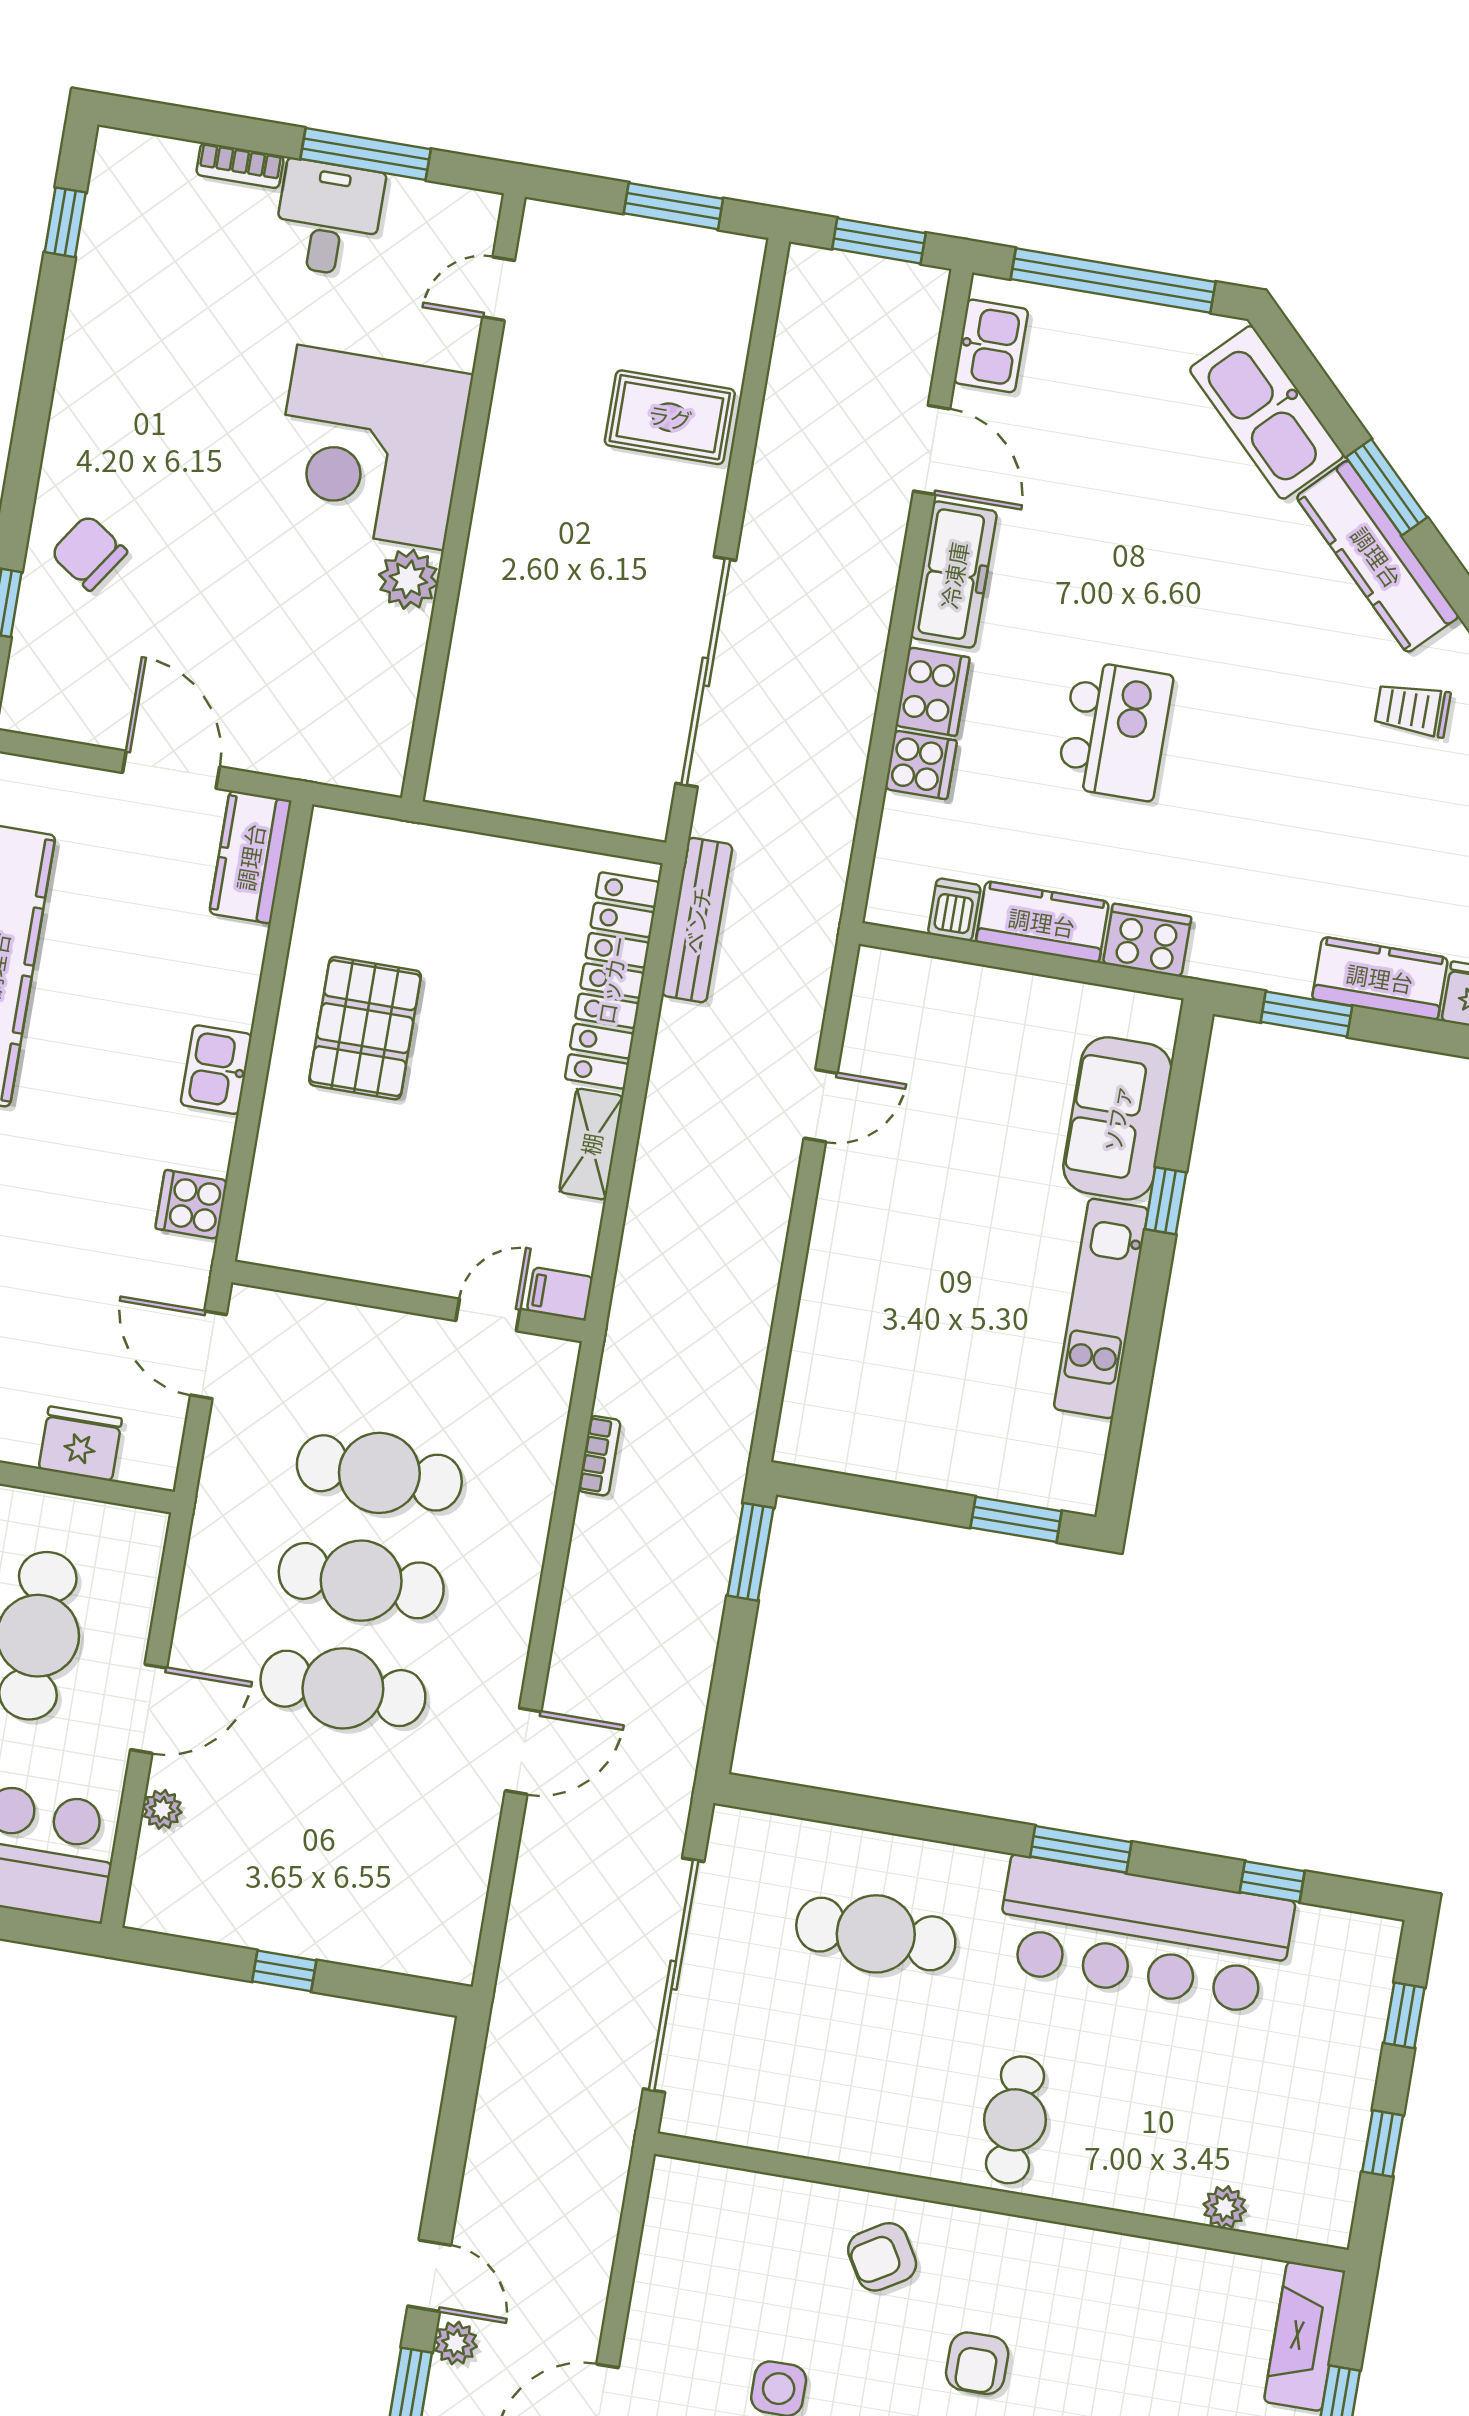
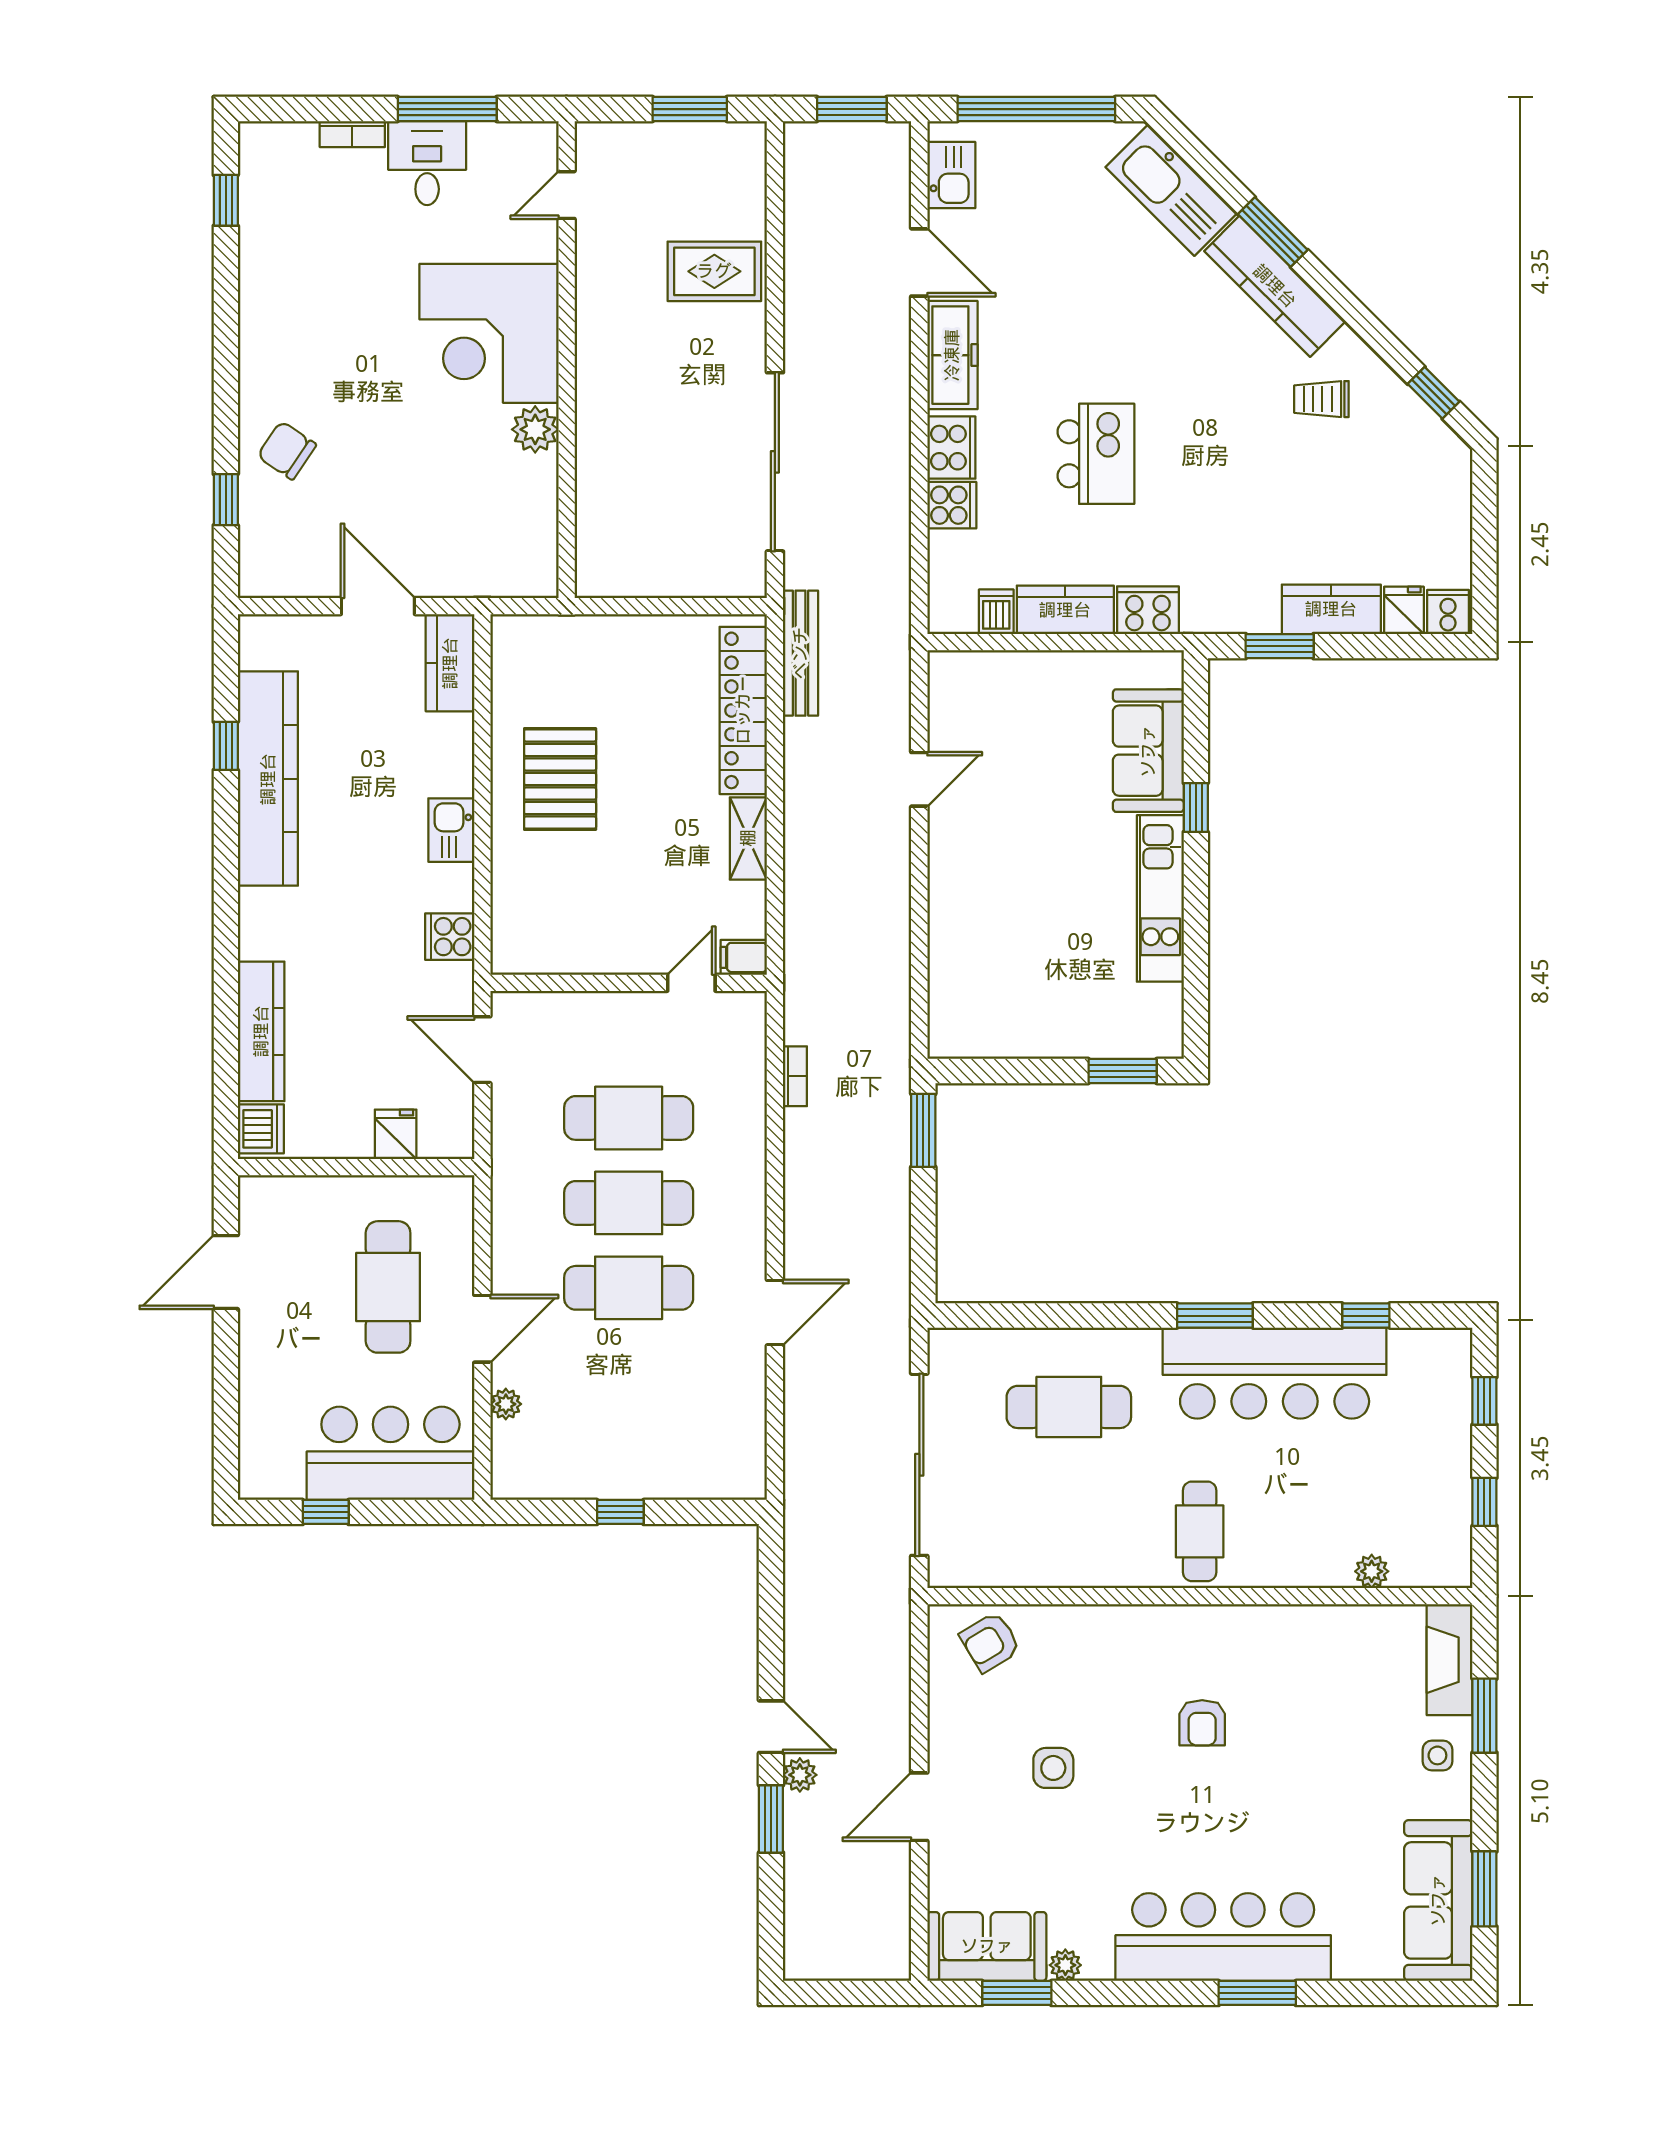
fridge: (80, 1444) -> (396, 1134), width x0.72
armchair: (882, 2257) -> (990, 1642), moved

